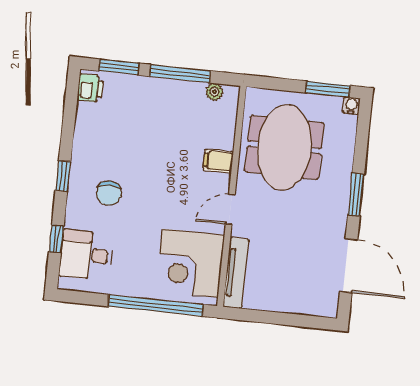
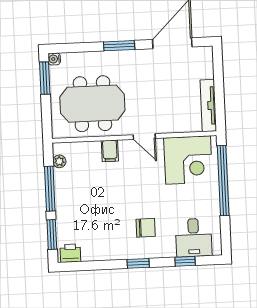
tv unit: (236, 273) -> (208, 106), moved, turned -90

